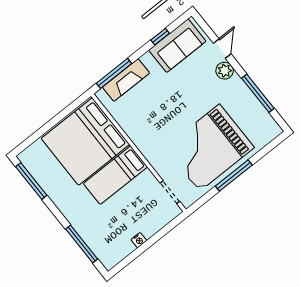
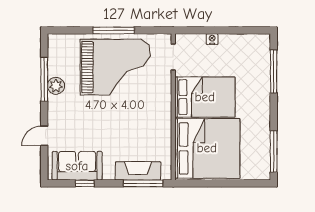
plant: (225, 71) -> (56, 86), moved
bed: (116, 175) -> (205, 97), width x1.50
nightstand: (139, 240) -> (212, 39), moved

